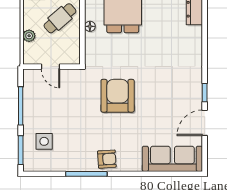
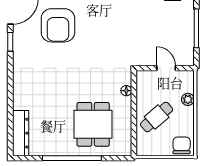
floor lamp: (90, 26) -> (126, 91), moved
armchair: (118, 96) -> (58, 25), moved

